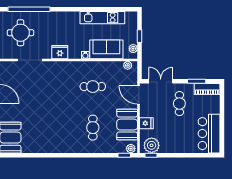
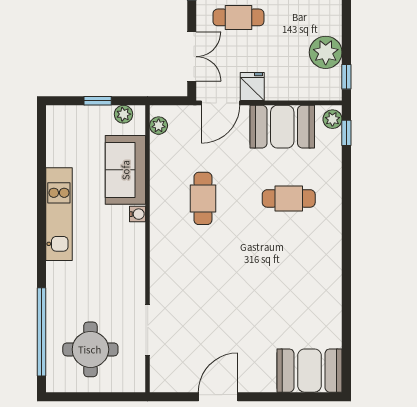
kitchen unit: (102, 18) -> (59, 214), moved
fridge: (60, 52) -> (131, 267), removed
double door: (161, 81) -> (192, 57), swing flipped
fridge: (146, 123) -> (252, 87), moved
plant: (152, 145) -> (326, 52), moved

